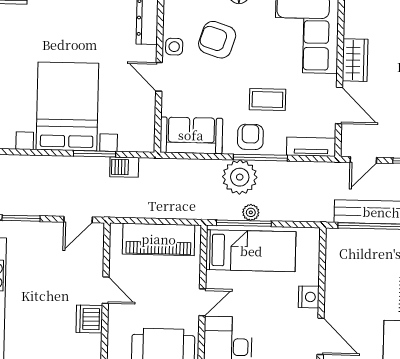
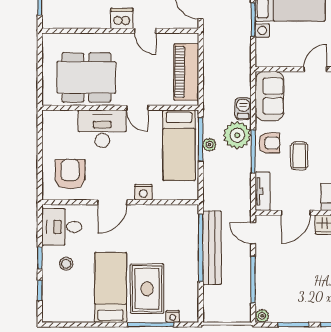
barbecue: (124, 167) -> (243, 109), moved
door: (106, 290) -> (145, 31), hinge flipped

